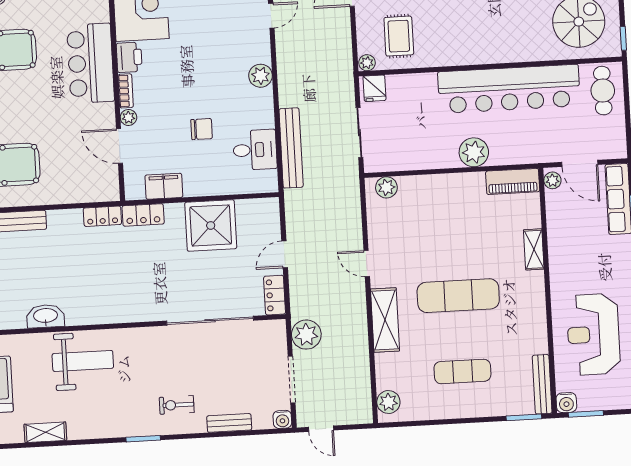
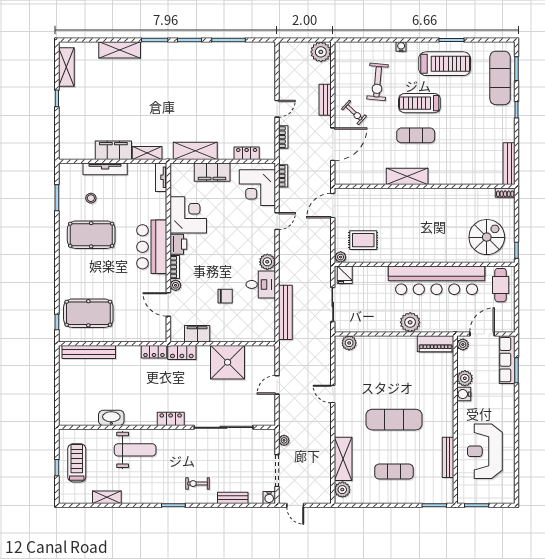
rug: (399, 36) -> (363, 240), turned 90
desk: (255, 150) -> (261, 284), moved
door: (580, 163) -> (482, 334), swing flipped
plant: (558, 230) -> (465, 378), added
shelving: (534, 249) -> (447, 391), removed
locker: (275, 295) -> (171, 419), moved, turned 90
shelving: (385, 320) -> (343, 459), moved
plant: (306, 335) -> (284, 440), width x0.53, depth x0.53
bench: (542, 384) -> (448, 457), moved
water cooler: (566, 403) -> (464, 394), moved, turned 90

